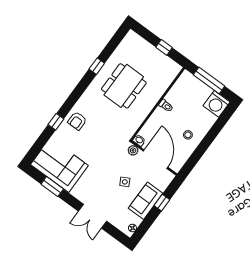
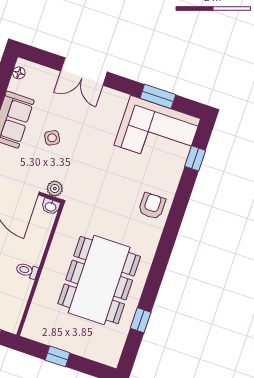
window: (97, 66) -> (141, 320), moved
dining table: (124, 86) -> (99, 280), width x1.36, depth x1.24
window: (56, 122) -> (195, 158), moved
double door: (92, 216) -> (84, 72), swing flipped

